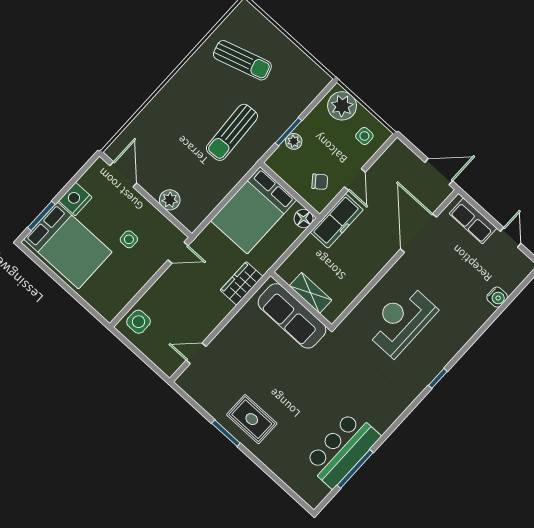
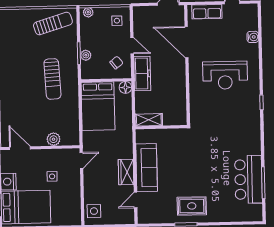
sun lounger: (242, 60) -> (53, 23), moved
plant: (342, 106) -> (88, 12), width x0.53, depth x0.53
wardrobe: (242, 283) -> (126, 172), moved
shelving: (311, 293) -> (149, 120), moved
sofa: (292, 316) -> (147, 168), moved, turned -90
reception desk: (401, 321) -> (225, 75), moved, turned -90

